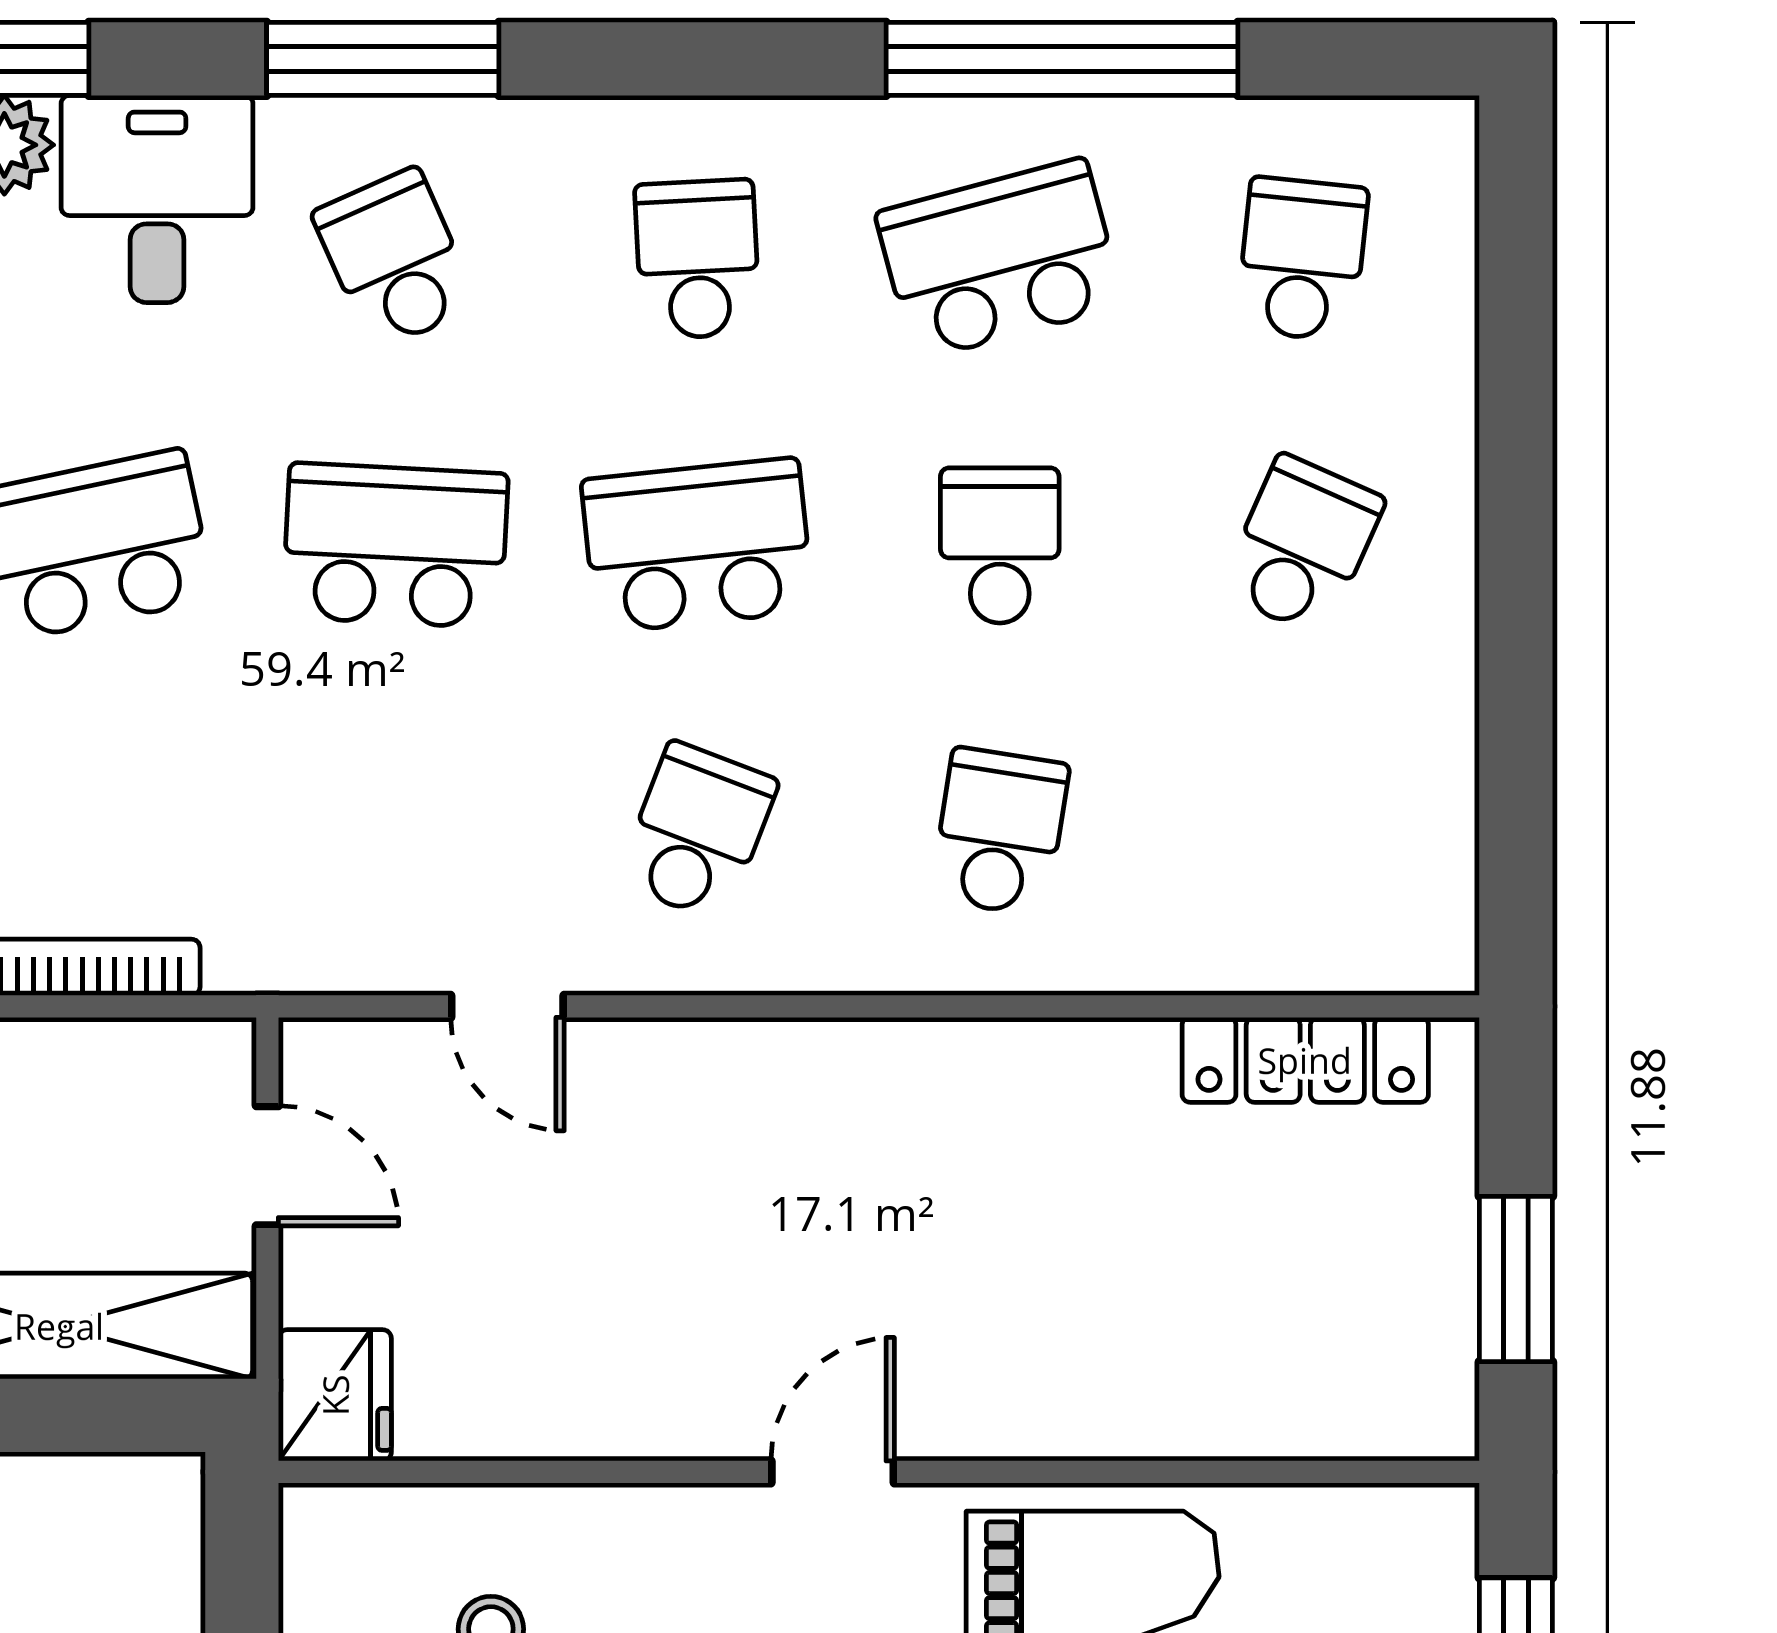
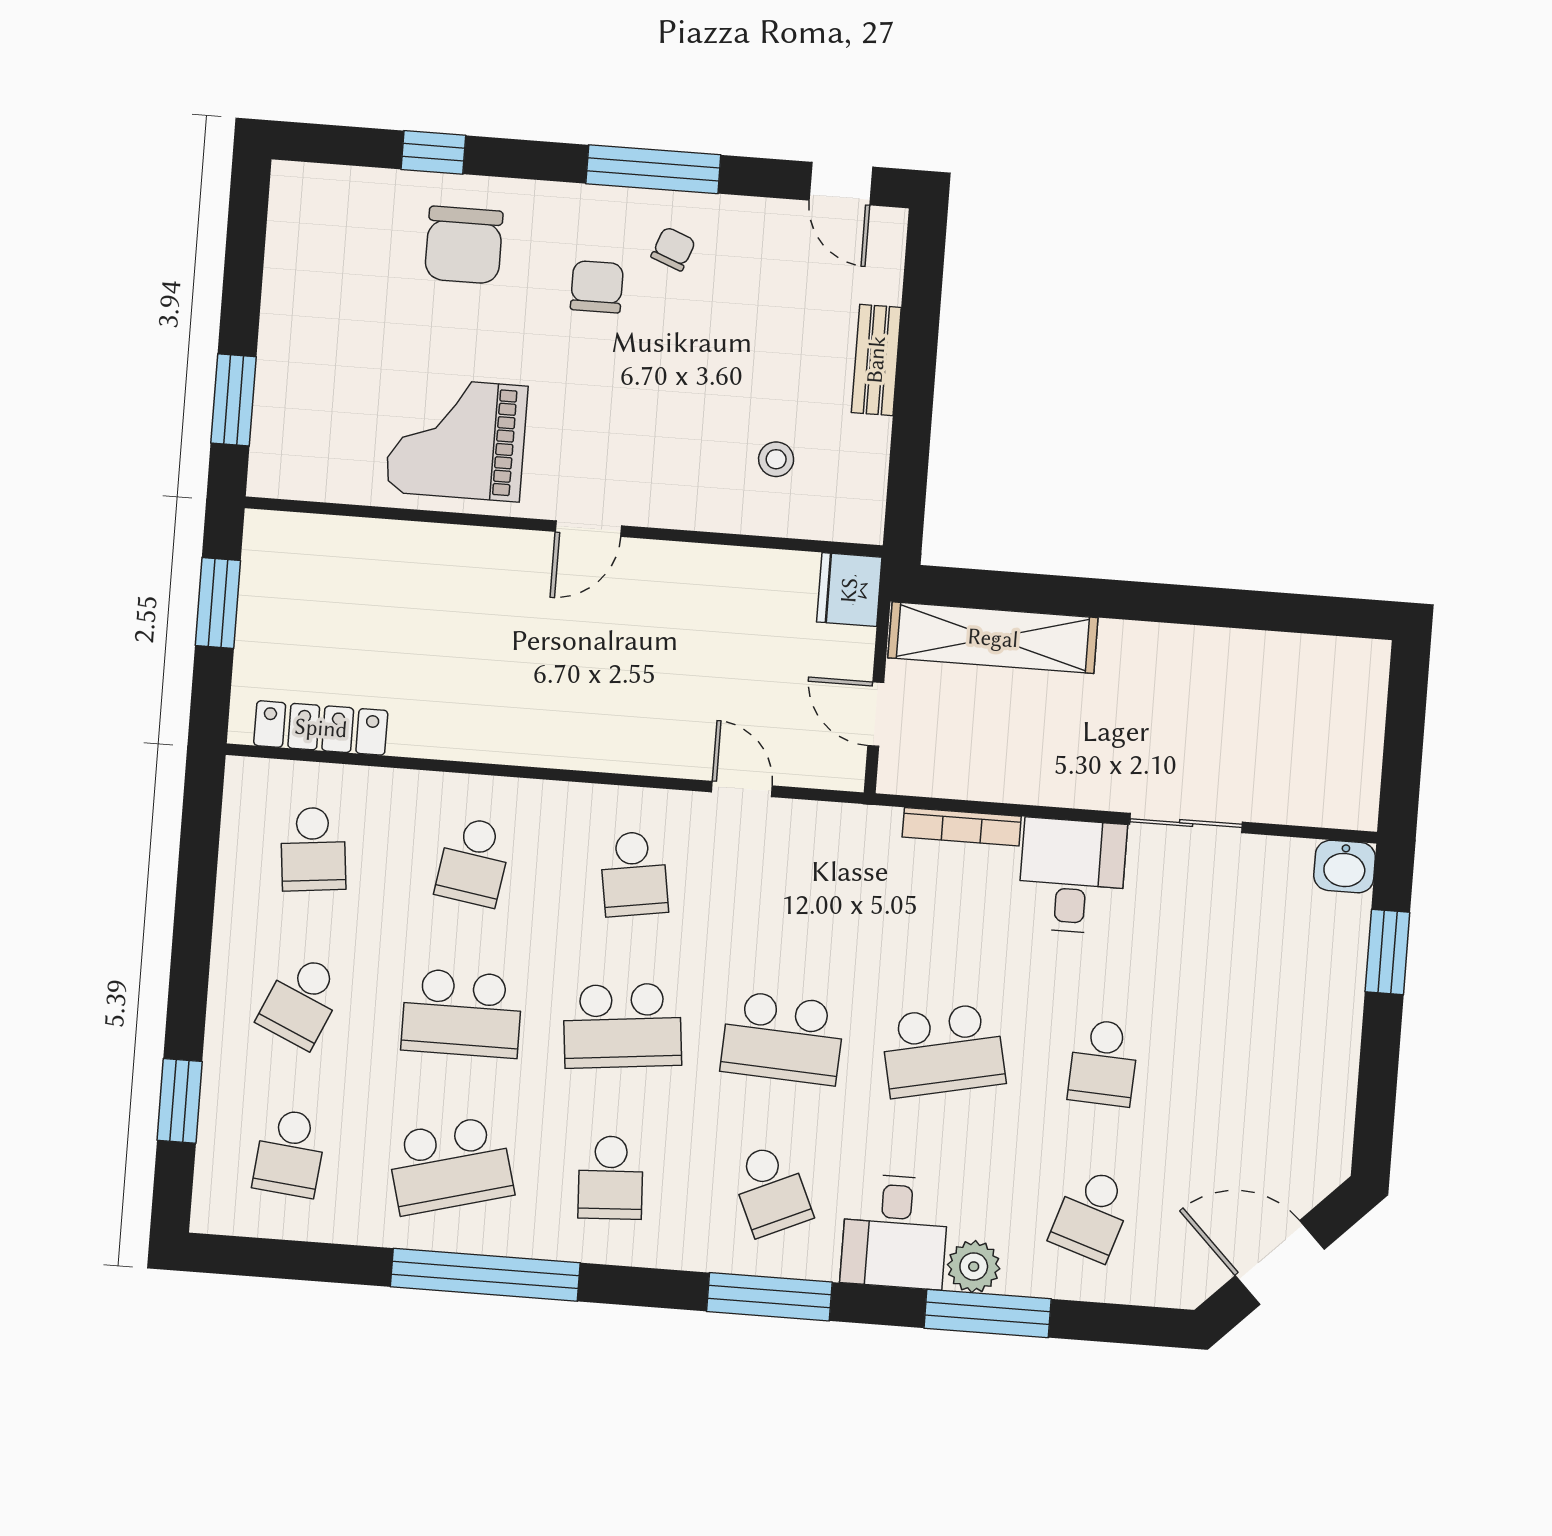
window: (1062, 59) -> (485, 1275), moved
window: (1516, 341) -> (180, 1101), added
school desk: (1000, 545) -> (462, 1013), width x1.85
school desk: (697, 832) -> (634, 874), turned -30
school desk: (1302, 832) -> (313, 849), added

